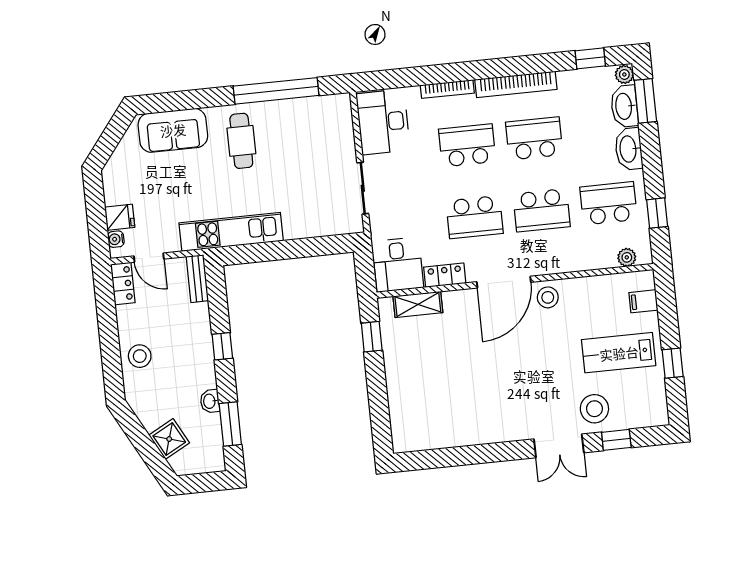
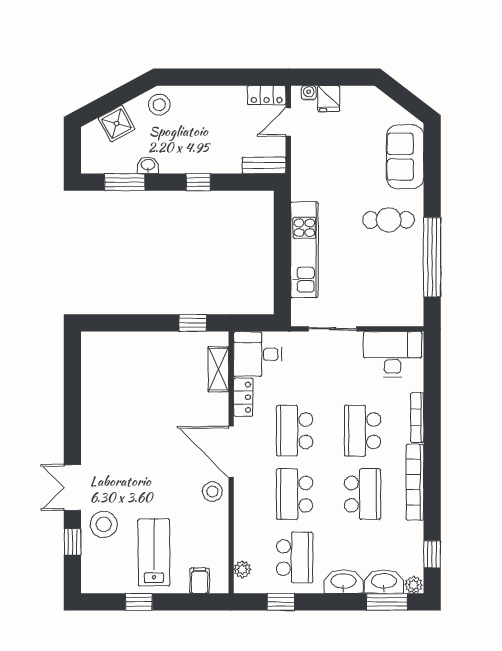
school desk: (467, 145) -> (363, 431), turned 180
kitchen unit: (231, 232) -> (304, 250), moved
stool: (140, 356) -> (159, 105), moved

